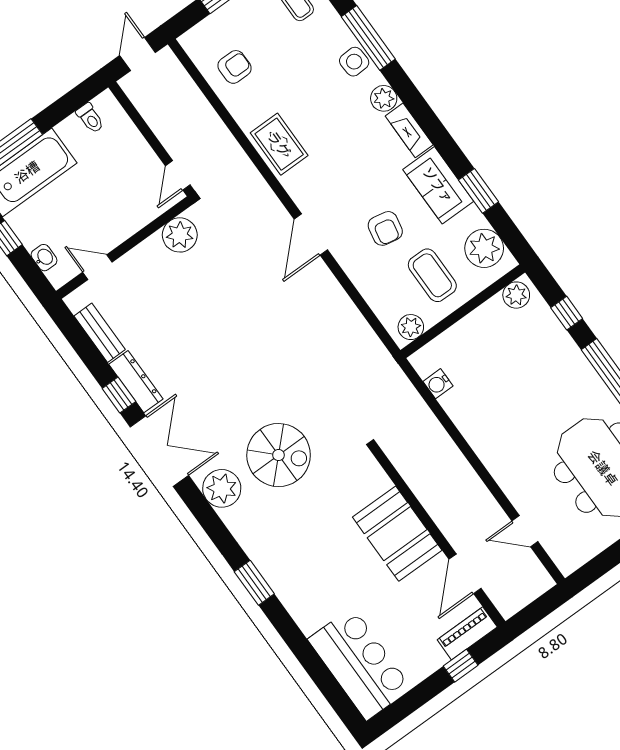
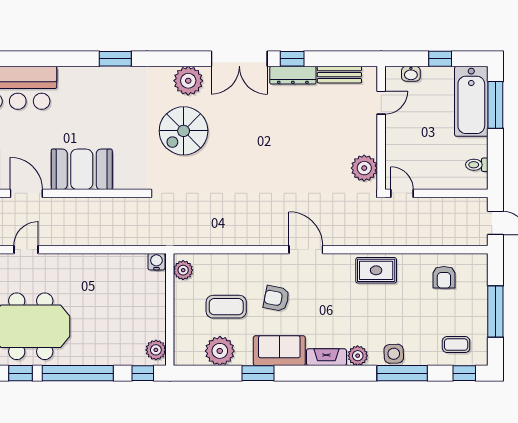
plant: (516, 295) -> (156, 350), moved
wall: (463, 311) -> (170, 309), moved
plant: (411, 327) -> (183, 270), moved

